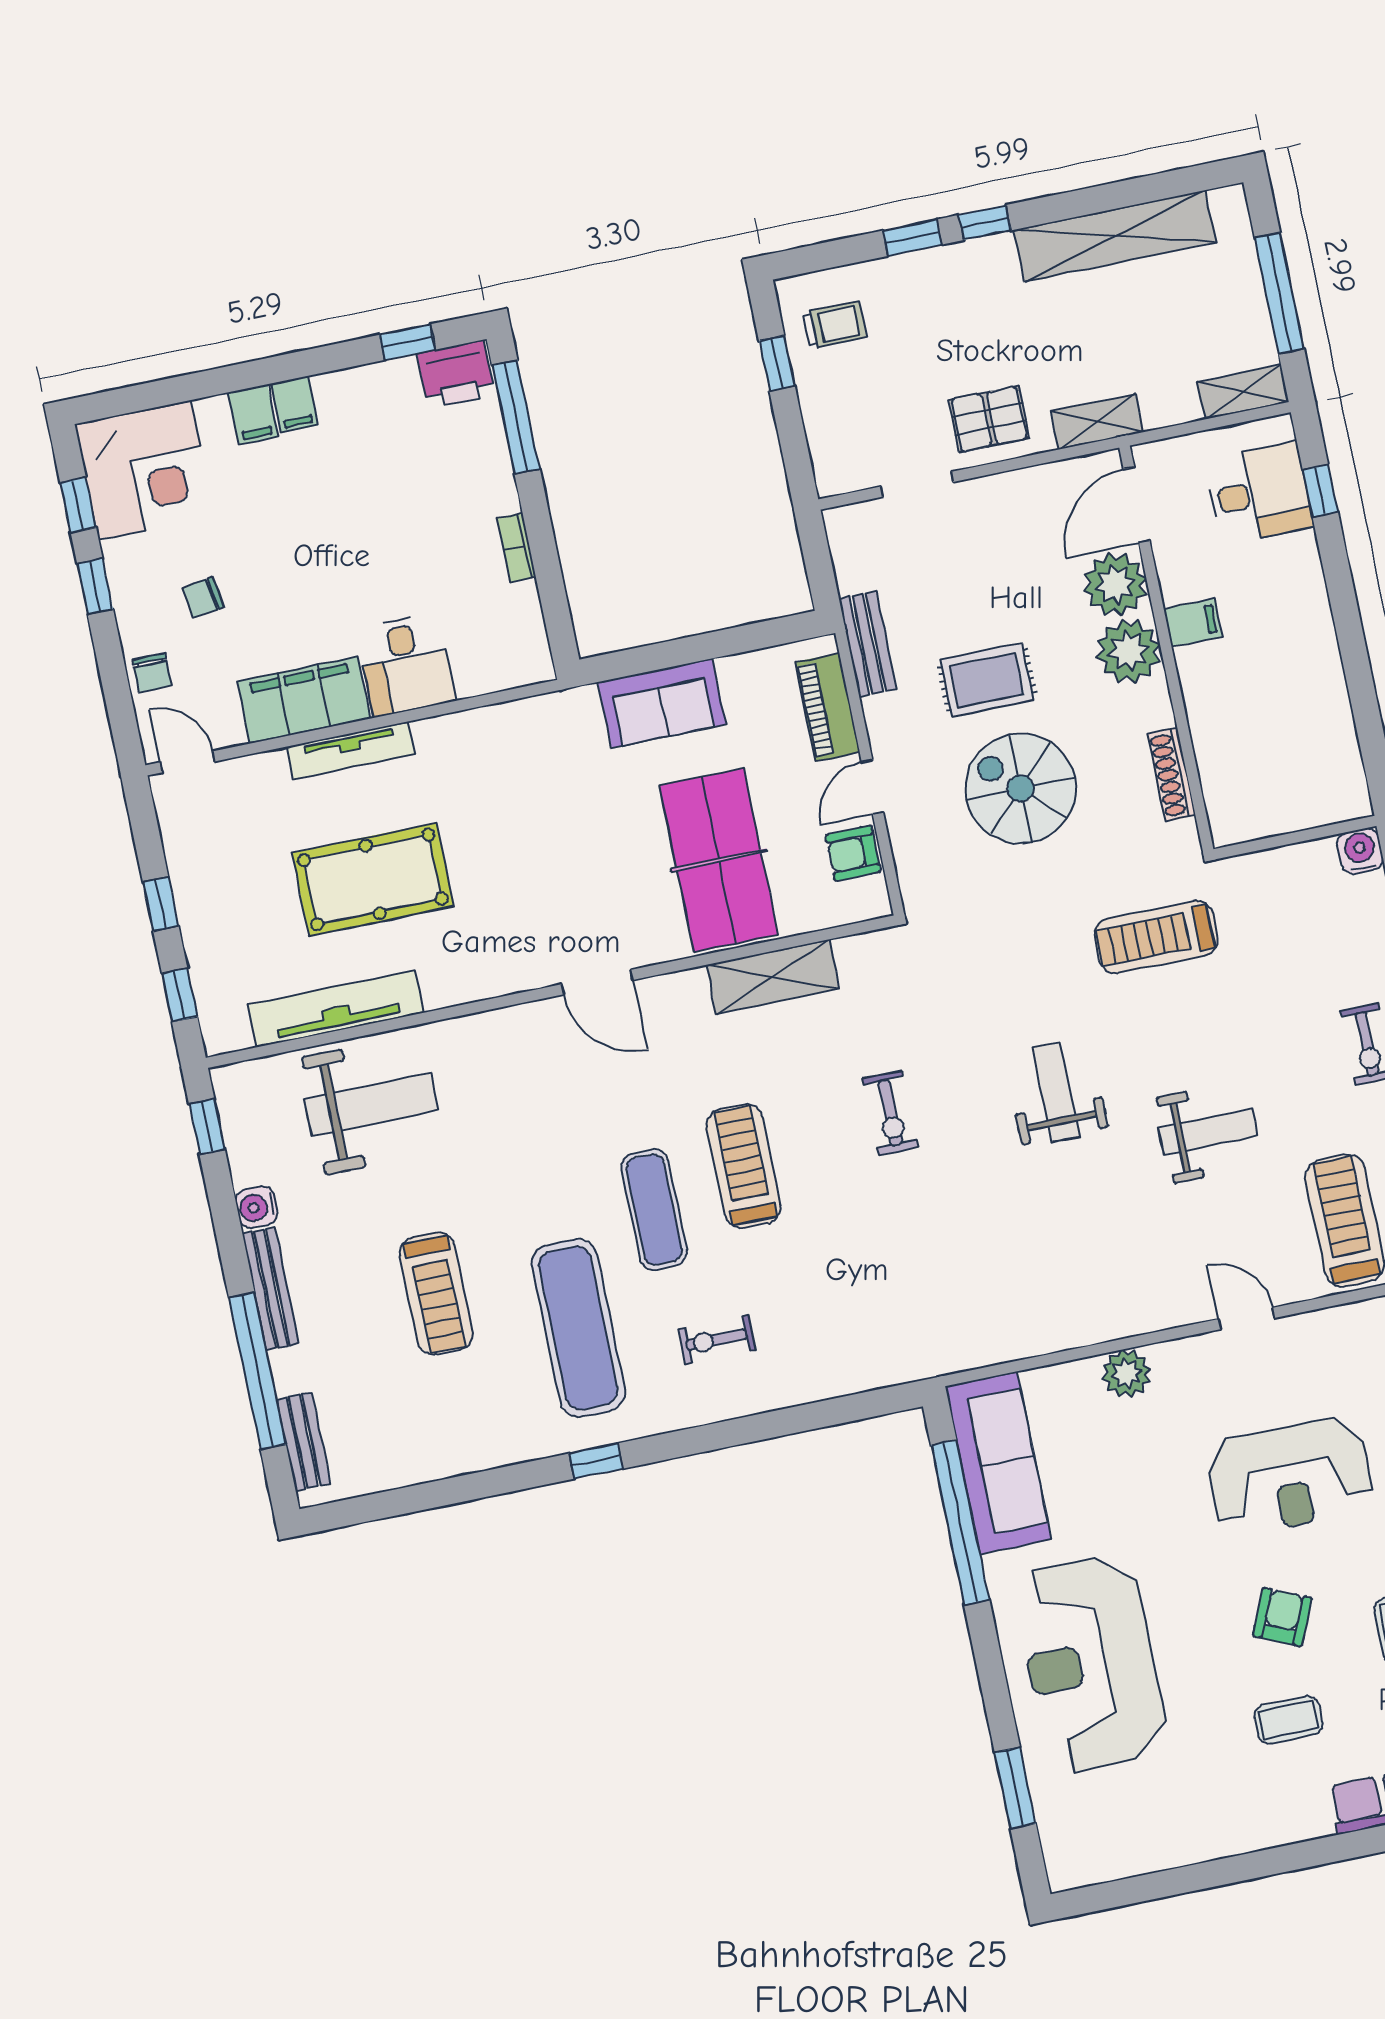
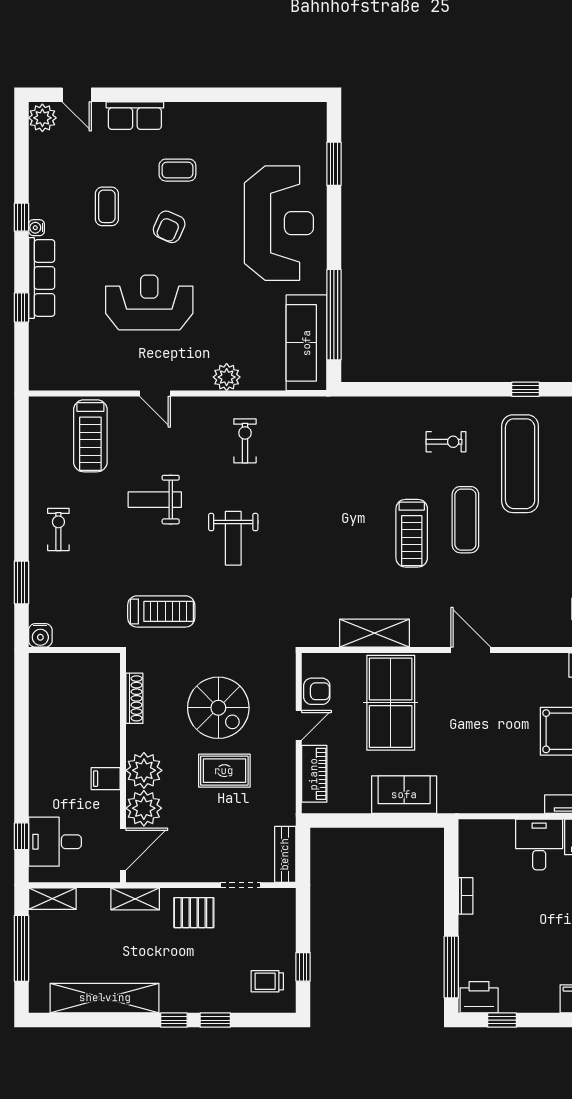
bench: (868, 644) -> (285, 854), moved
exercise bike: (890, 1113) -> (245, 441), moved

